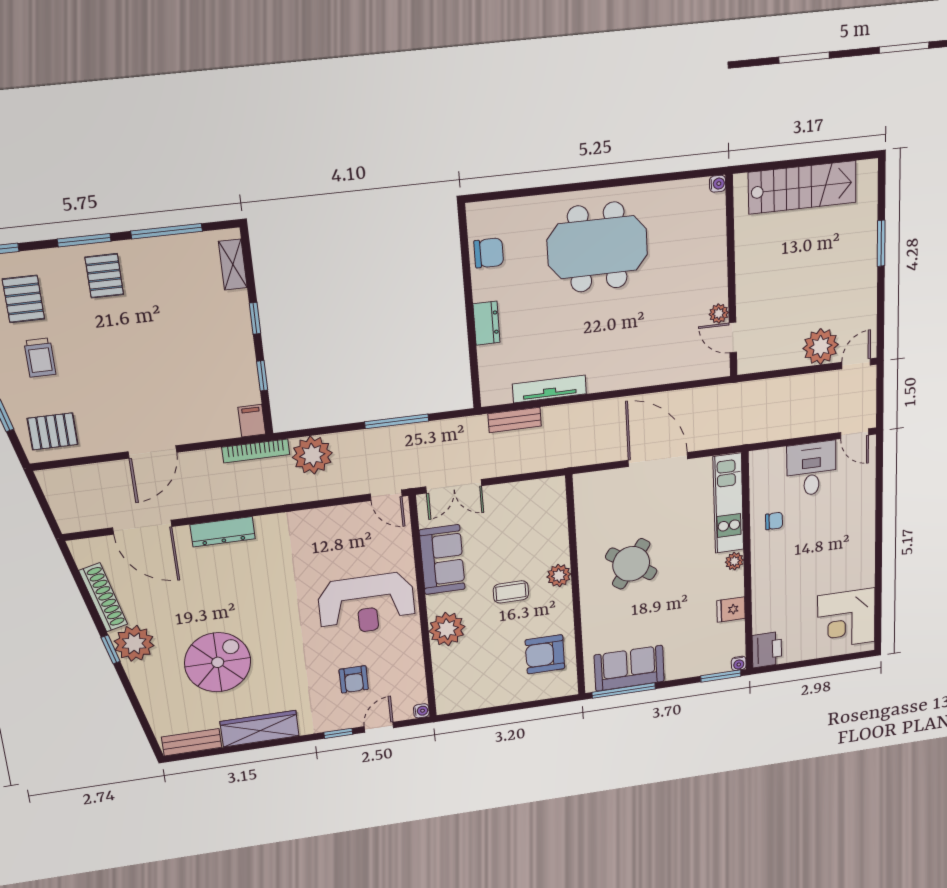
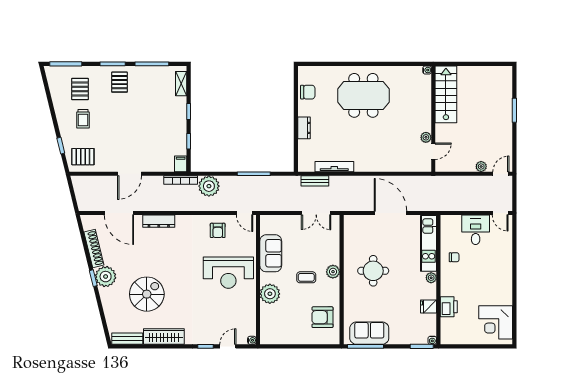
stairs: (802, 187) -> (446, 94), moved, turned -90
door: (733, 338) -> (433, 151), swing flipped
plant: (821, 347) -> (481, 167), width x0.53, depth x0.53
double door: (454, 486) -> (316, 213), moved
round table: (631, 564) -> (373, 271), turned -34
printer: (767, 650) -> (449, 307), moved
armchair: (354, 679) -> (218, 230), moved

